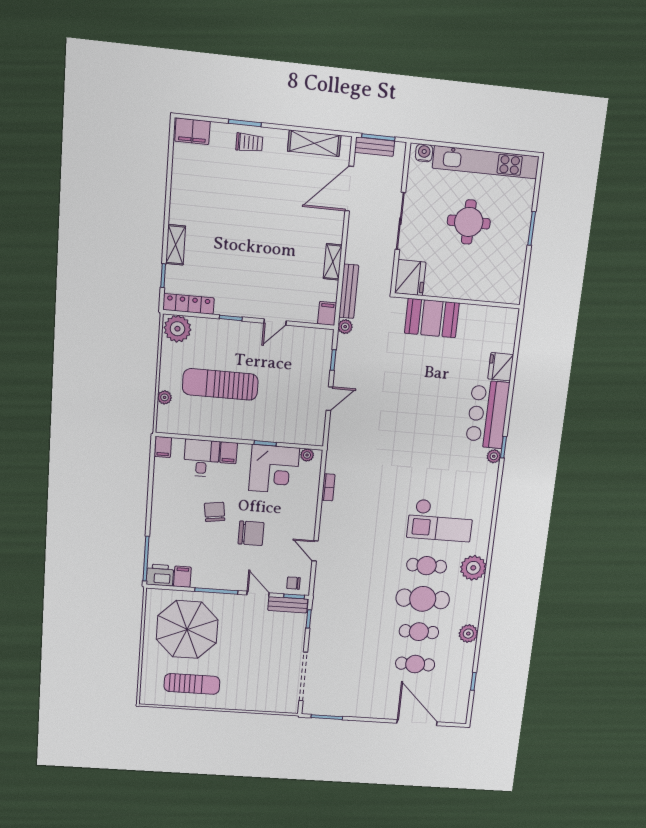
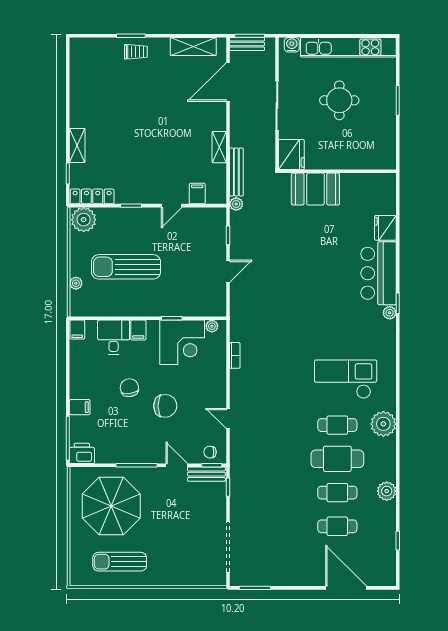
filing cabinet: (192, 131) -> (86, 47), removed
filing cabinet: (327, 313) -> (197, 194), moved
checkout: (440, 520) -> (346, 379), turned 180
filing cabinet: (182, 577) -> (80, 407), moved, turned 90
sun lounger: (192, 684) -> (120, 562), turned 180

